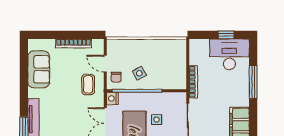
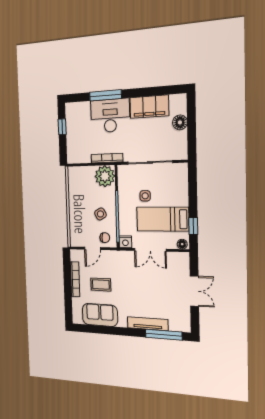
desk: (229, 54) -> (110, 116), moved, turned 90
plant: (176, 79) -> (105, 176), added
coffee table: (88, 84) -> (101, 285), moved

